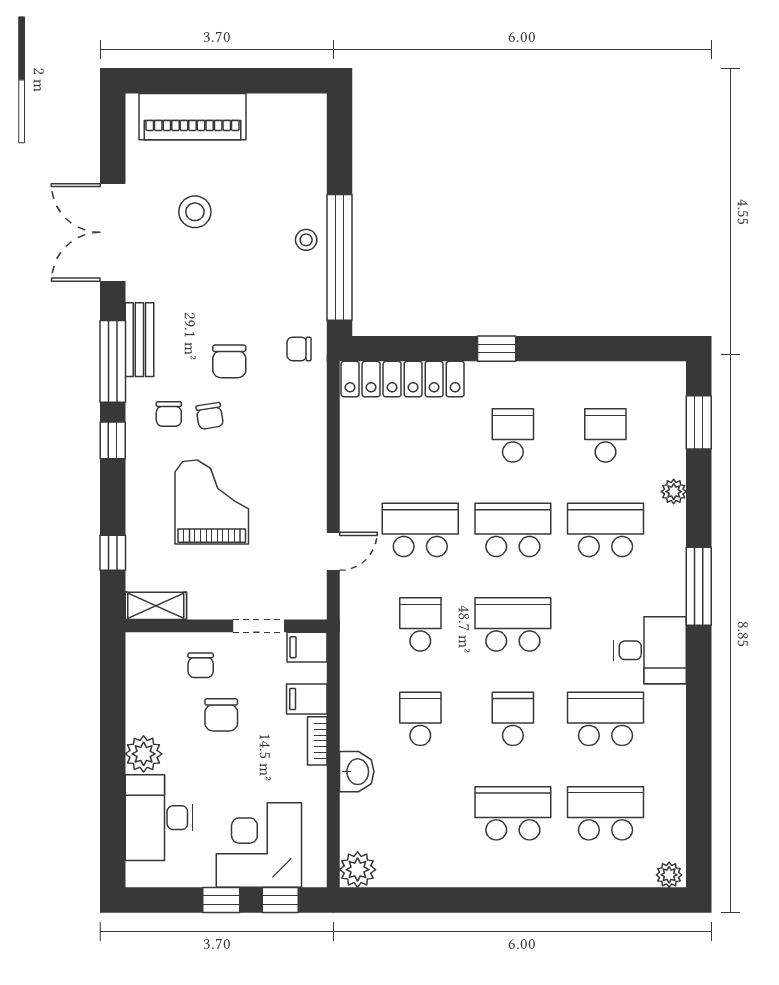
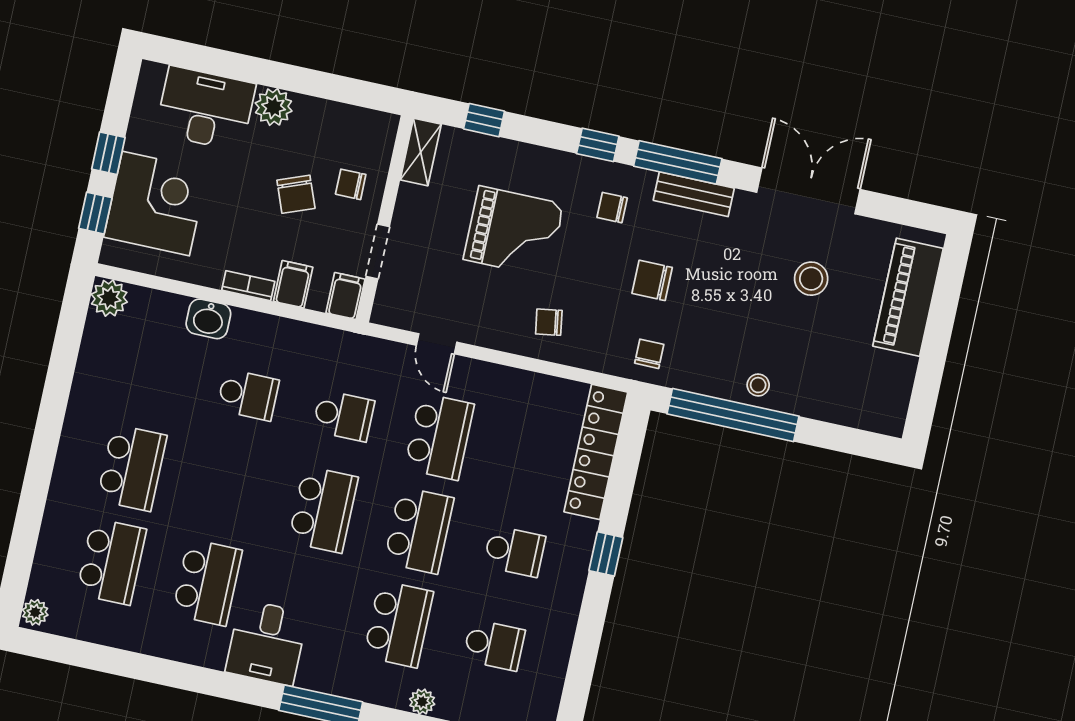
chair: (210, 416) -> (549, 322), moved
chair: (221, 715) -> (296, 194), turned -111
school desk: (513, 719) -> (227, 489), removed

